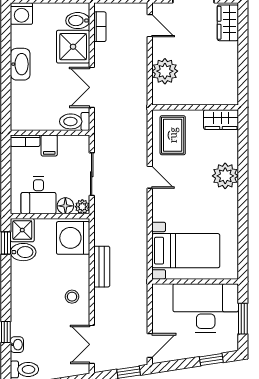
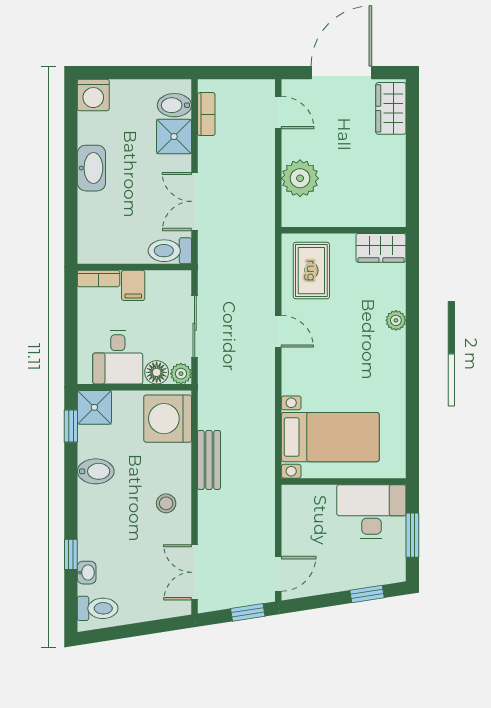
shower: (73, 47) -> (174, 137), width x0.73, depth x0.73
plant: (225, 176) -> (396, 320), width x0.53, depth x0.53
bidet: (23, 252) -> (96, 471), moved
desk: (206, 308) -> (371, 512), width x0.73, depth x0.77

